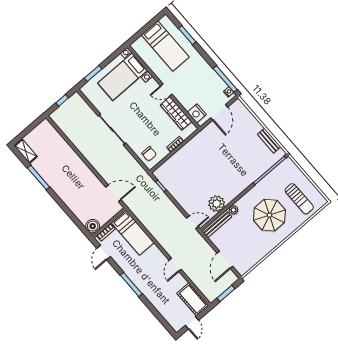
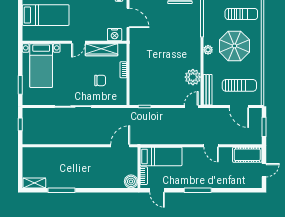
chair: (149, 154) -> (100, 80), moved
plant: (233, 210) -> (208, 50), moved
sun lounger: (242, 246) -> (239, 85), added
door: (192, 323) -> (264, 170), hinge flipped

